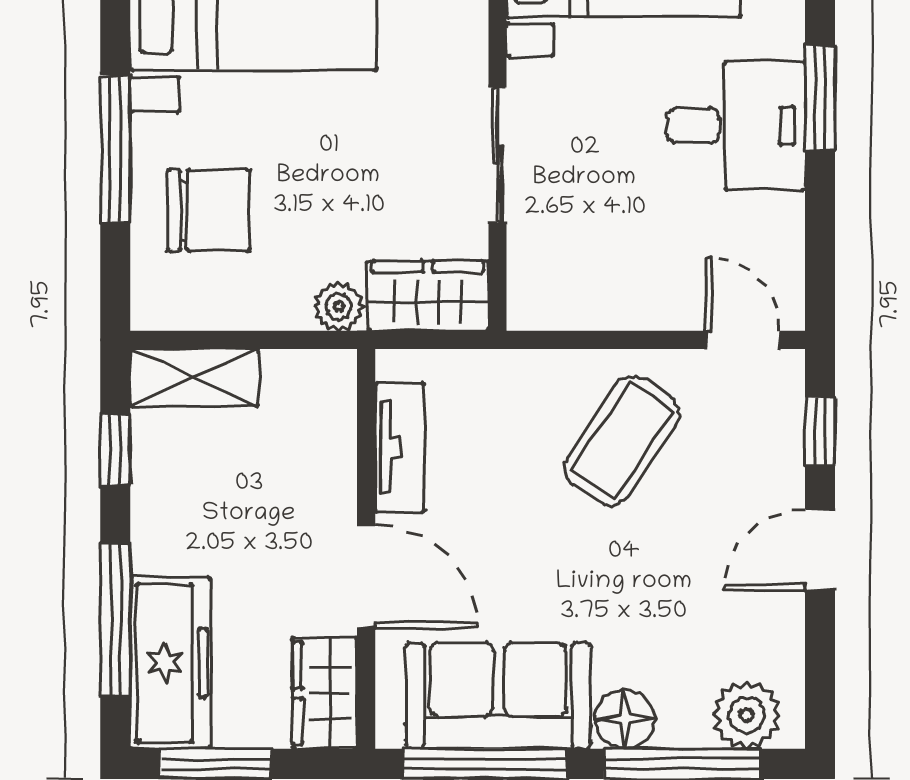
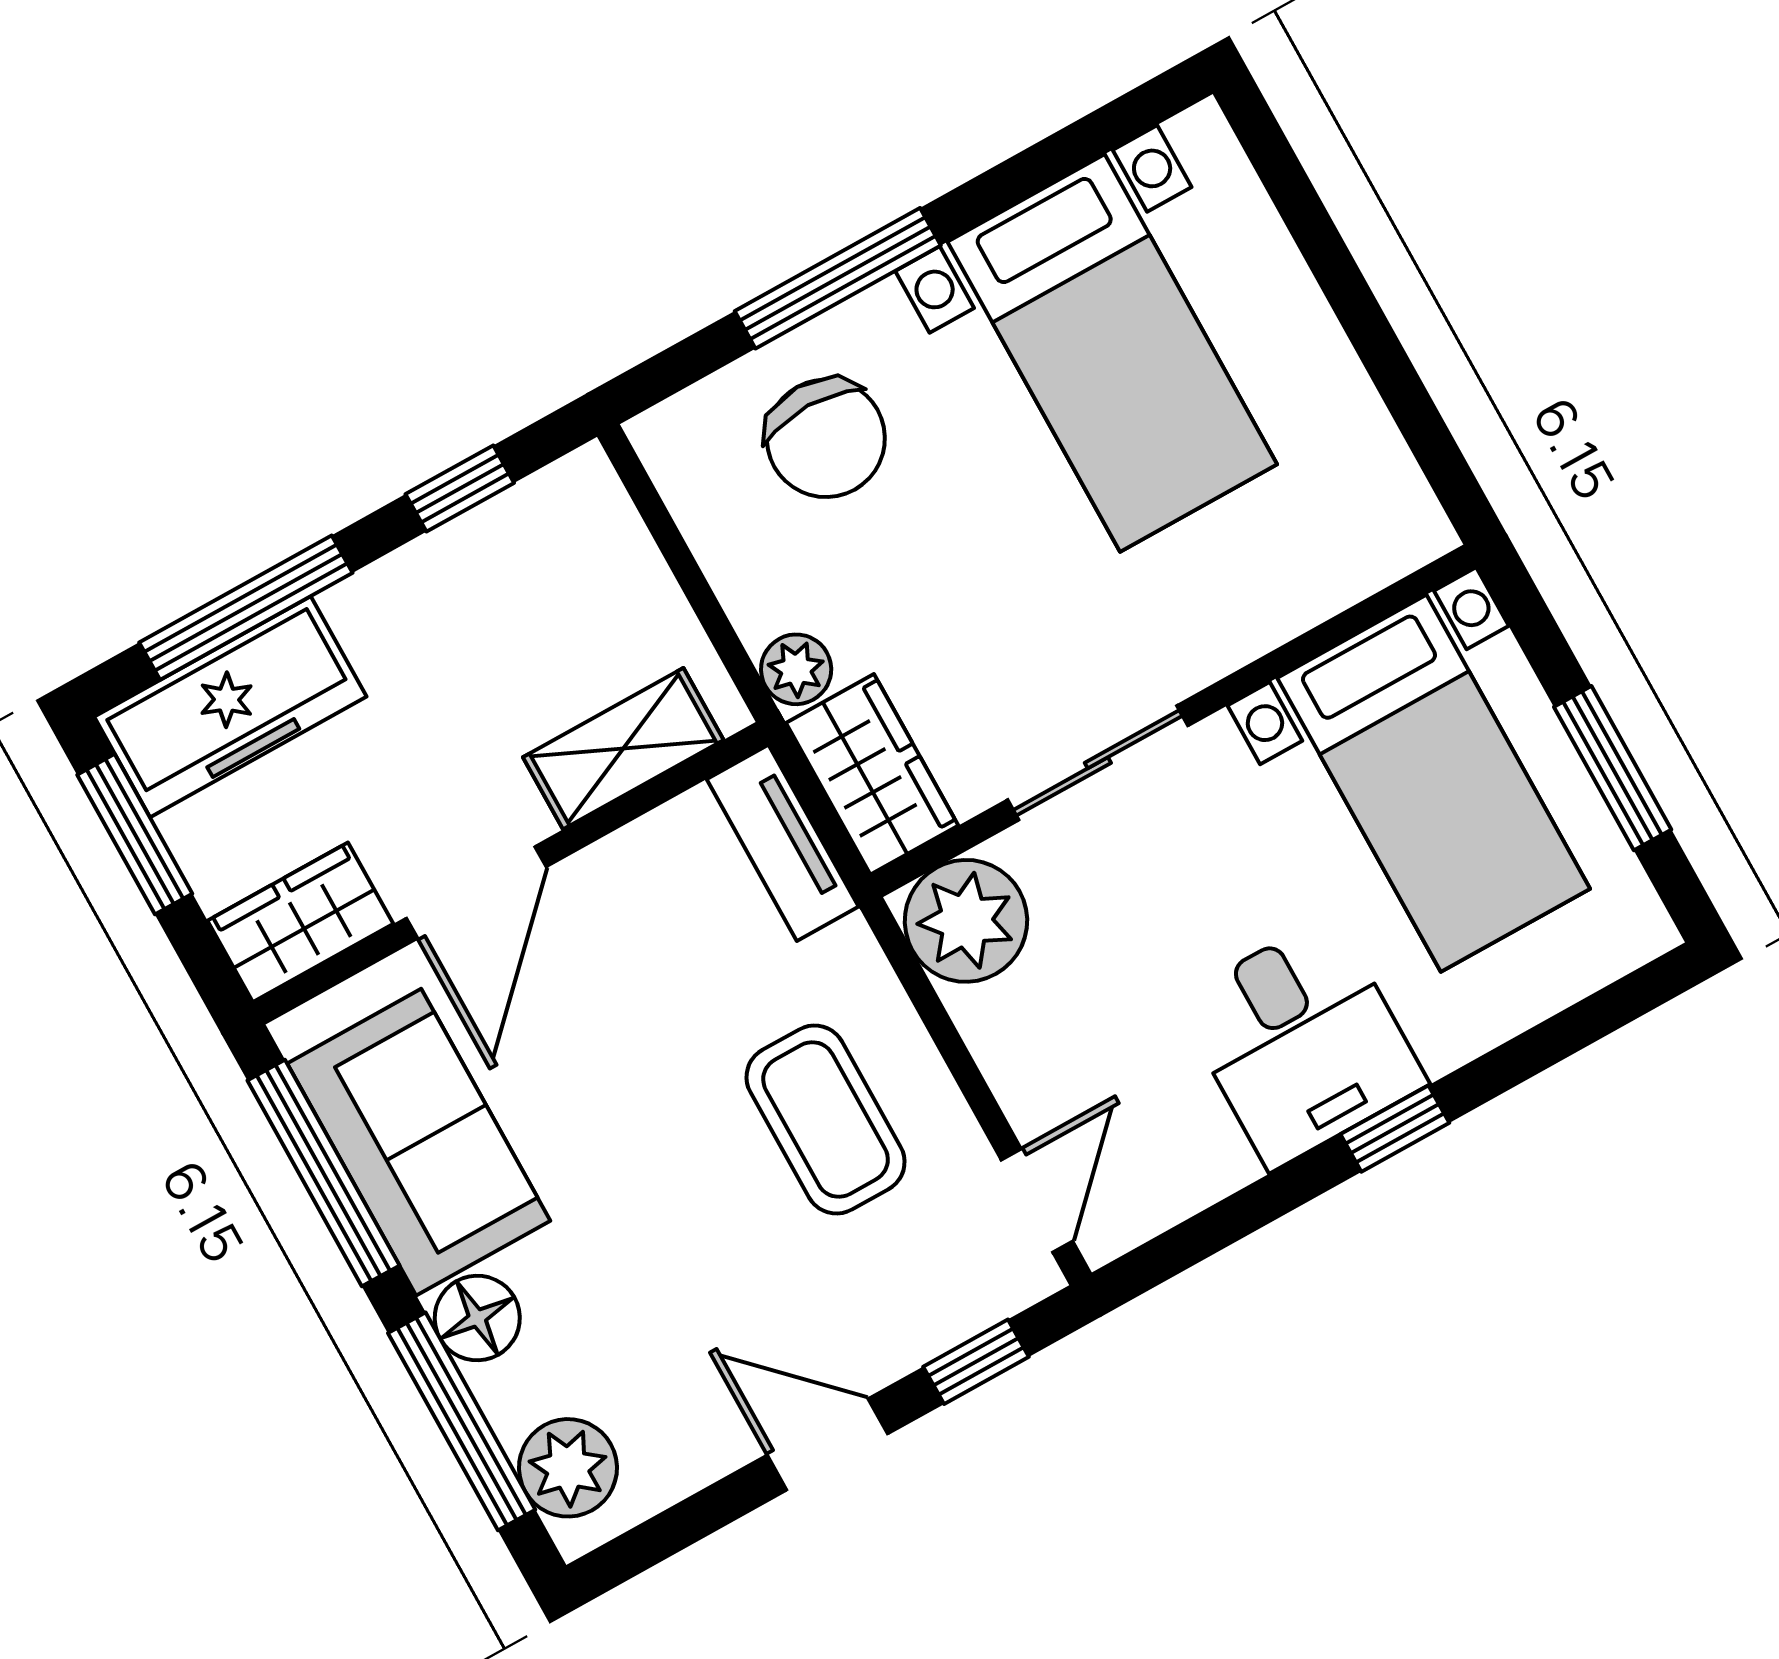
window: (820, 98) -> (1395, 1129), width x0.67
plant: (549, 288) -> (966, 921), added
shelving: (194, 378) -> (623, 749), moved, turned 90
coffee table: (622, 441) -> (826, 1119), turned 56
tv unit: (400, 448) -> (783, 843), moved, turned 90

